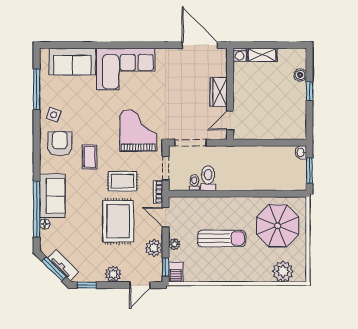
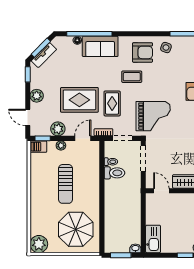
kitchen sink: (289, 131) -> (153, 239), added
plant: (283, 271) -> (39, 244), moved

